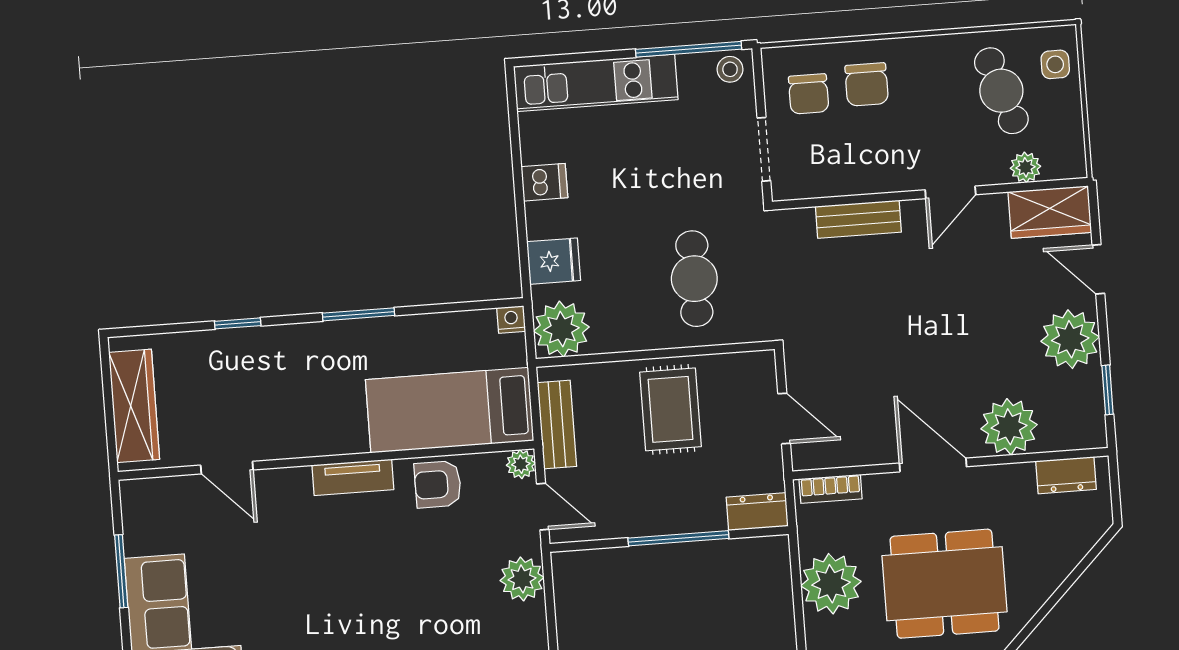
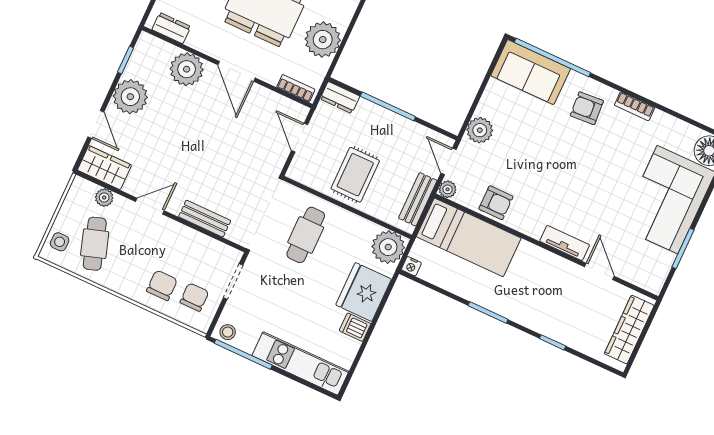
fridge: (554, 261) -> (364, 292), width x1.88, depth x1.34
tv unit: (353, 477) -> (565, 243), moved

